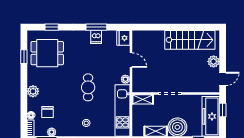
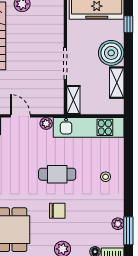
door: (131, 60) -> (20, 116), hinge flipped
chair: (47, 112) -> (57, 211), moved

